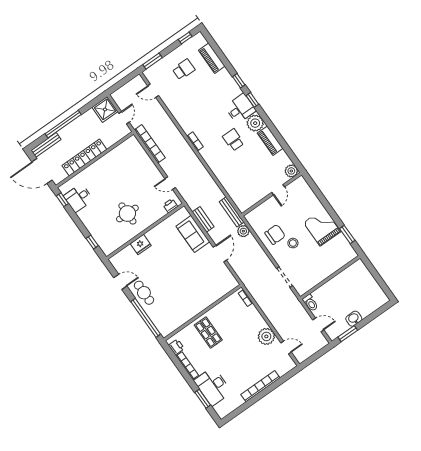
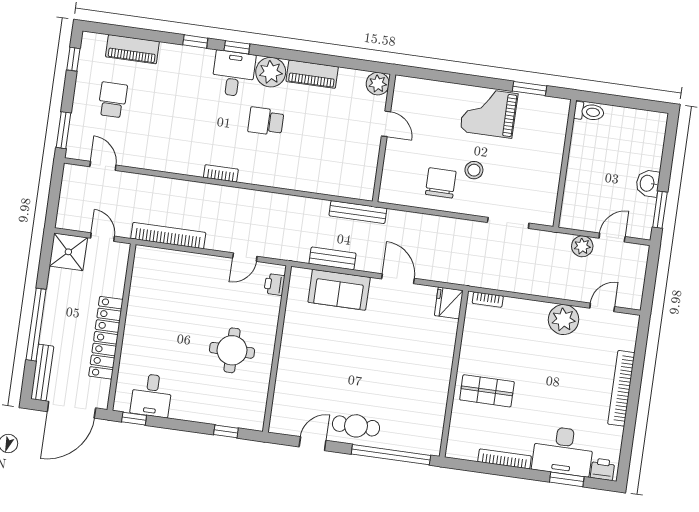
door: (153, 91) -> (103, 166), swing flipped
plant: (243, 231) -> (582, 246), moved
fridge: (141, 245) -> (449, 303), moved, turned 180
toilet: (310, 303) -> (589, 112), moved
printer: (176, 347) -> (603, 469), moved

